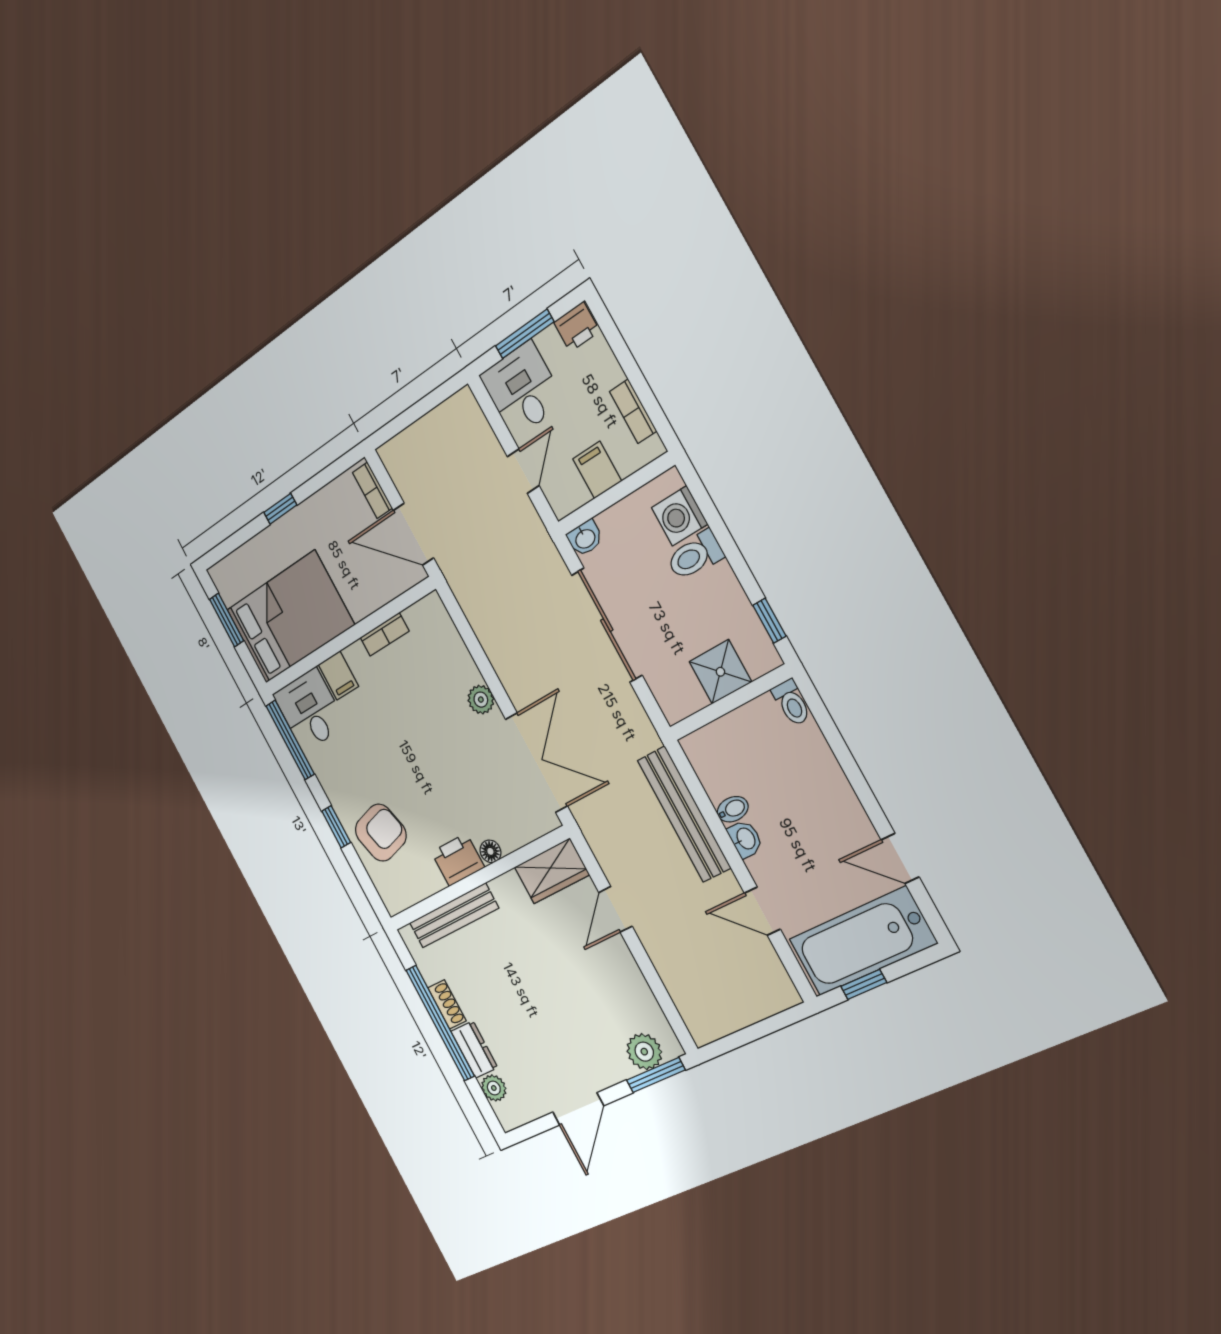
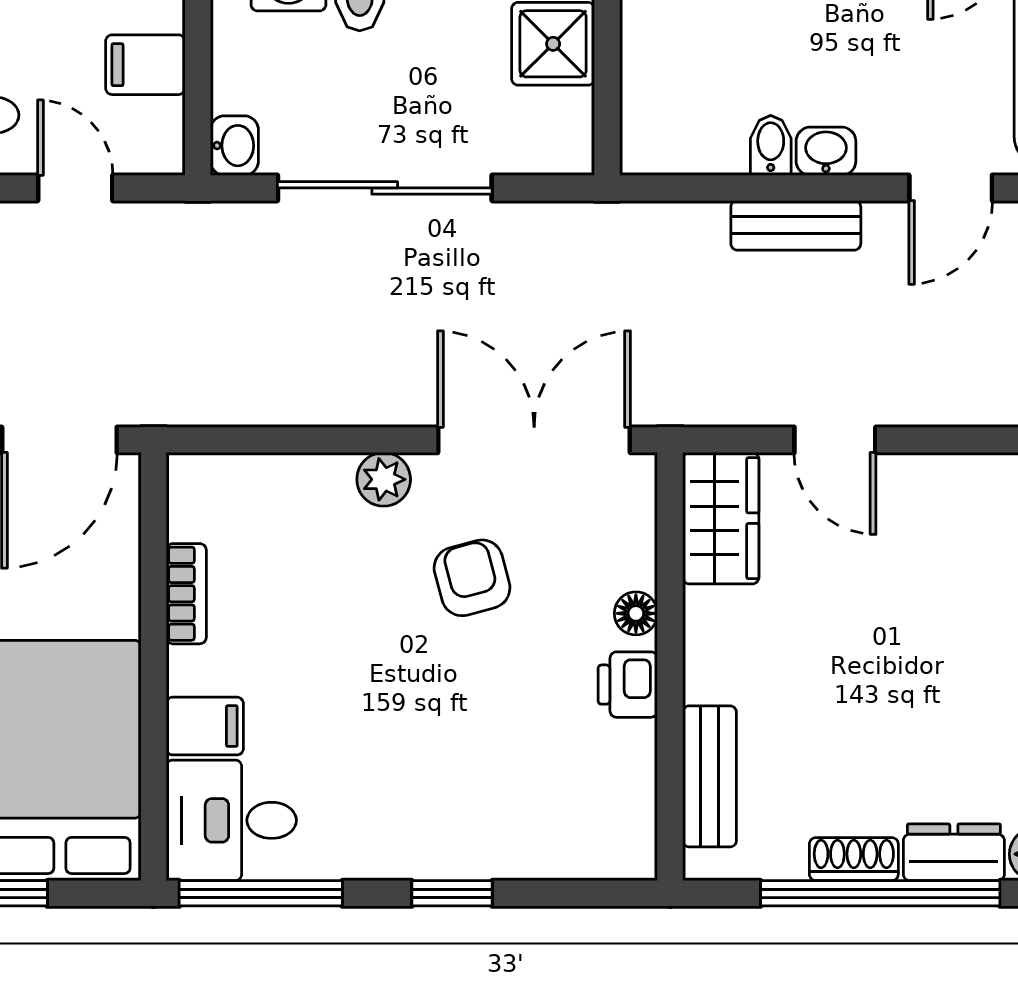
bench: (684, 814) -> (796, 225), width x0.54, depth x0.82
armchair: (381, 833) -> (472, 578), moved, width x0.72, depth x0.72
printer: (458, 860) -> (628, 685), width x0.73, depth x0.81
bench: (454, 916) -> (710, 776), width x0.73

